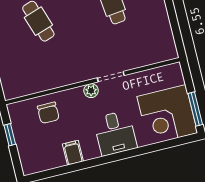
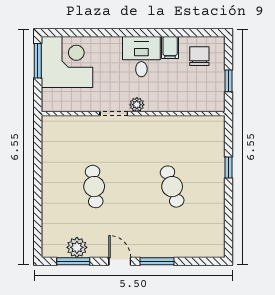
chair: (48, 113) -> (199, 56), moved
desk: (115, 133) -> (141, 57), moved

